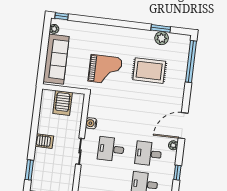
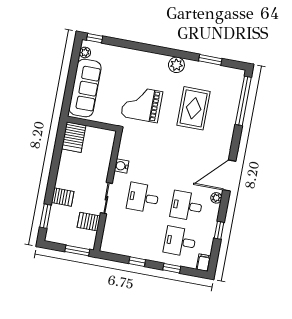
plant: (162, 38) -> (176, 65), moved
grand piano: (105, 70) -> (142, 104), turned 180
rug: (149, 71) -> (194, 108), turned 90
server rack: (63, 103) -> (74, 137), moved
server rack: (44, 141) -> (63, 197), moved
server rack: (66, 172) -> (89, 222), added

